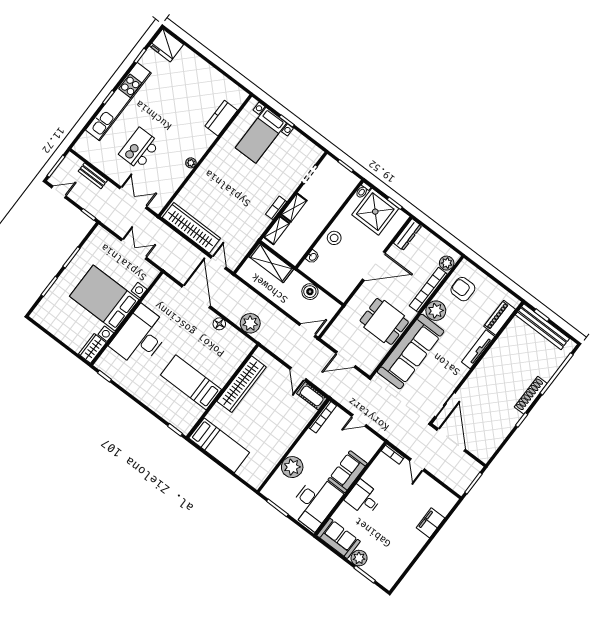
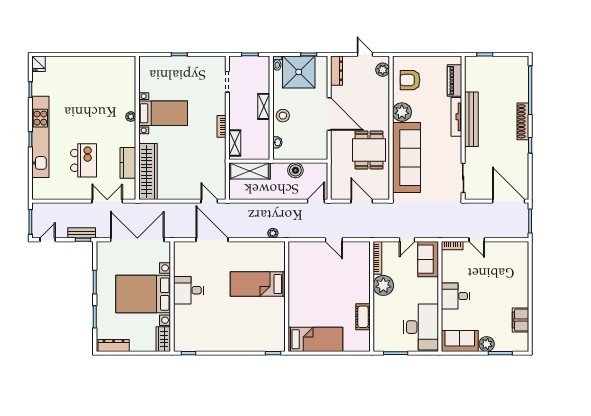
fridge: (166, 45) -> (39, 64), width x0.53, depth x0.75
kitchen counter: (221, 118) -> (128, 163), moved
bed with nightstands: (261, 135) -> (163, 113), moved, turned -90
kitchen island: (139, 149) -> (83, 160), turned 180
plant: (191, 163) -> (131, 117), moved
bench: (93, 176) -> (82, 233), moved
shelving: (294, 208) -> (264, 106), moved
wardrobe: (191, 228) -> (148, 171), moved, turned 90
door: (442, 239) -> (365, 54), added
double door: (134, 249) -> (137, 240), width x1.87
door: (374, 266) -> (329, 114), hinge flipped
bookcase: (428, 290) -> (384, 101), removed
dining table: (384, 321) -> (369, 150), turned 90
dresser: (47, 322) -> (114, 345), added
plant: (250, 323) -> (273, 233), width x0.53, depth x0.53
floor lamp: (219, 324) -> (245, 247), removed
bench: (542, 327) -> (471, 119), moved, turned 90
desk: (141, 337) -> (189, 290), width x0.53, depth x0.77
door: (346, 359) -> (362, 201), swing flipped
bed: (191, 382) -> (258, 284), moved
wardrobe: (242, 384) -> (297, 280), removed
cot: (312, 396) -> (363, 317), moved, turned 90
door: (451, 440) -> (509, 201), moved
plant: (292, 467) -> (383, 285), moved
sofa: (348, 472) -> (428, 259), moved
filing cabinet: (430, 523) -> (520, 320), moved

